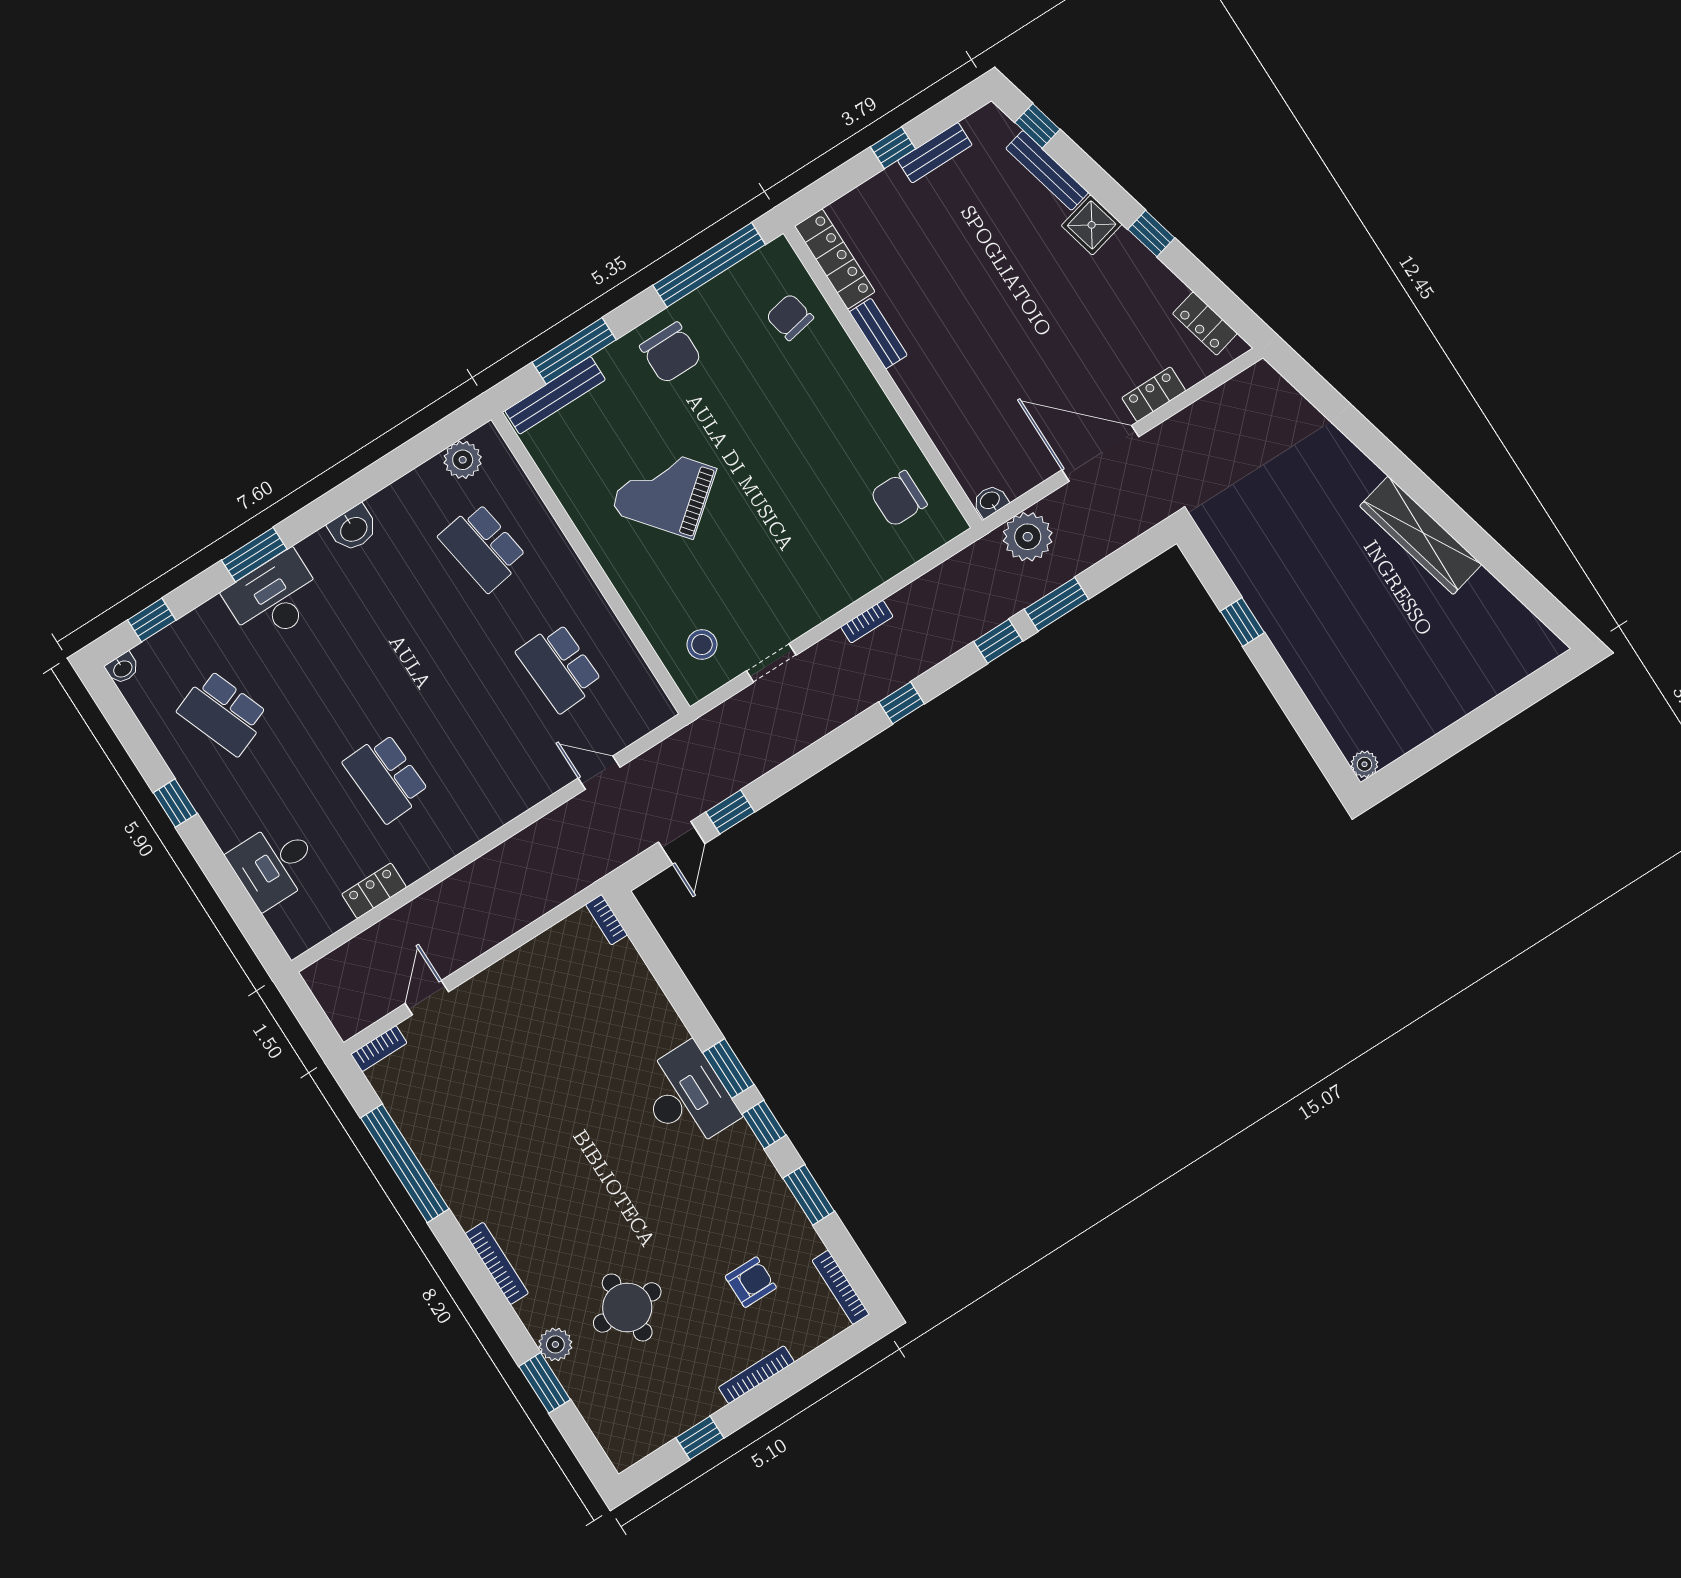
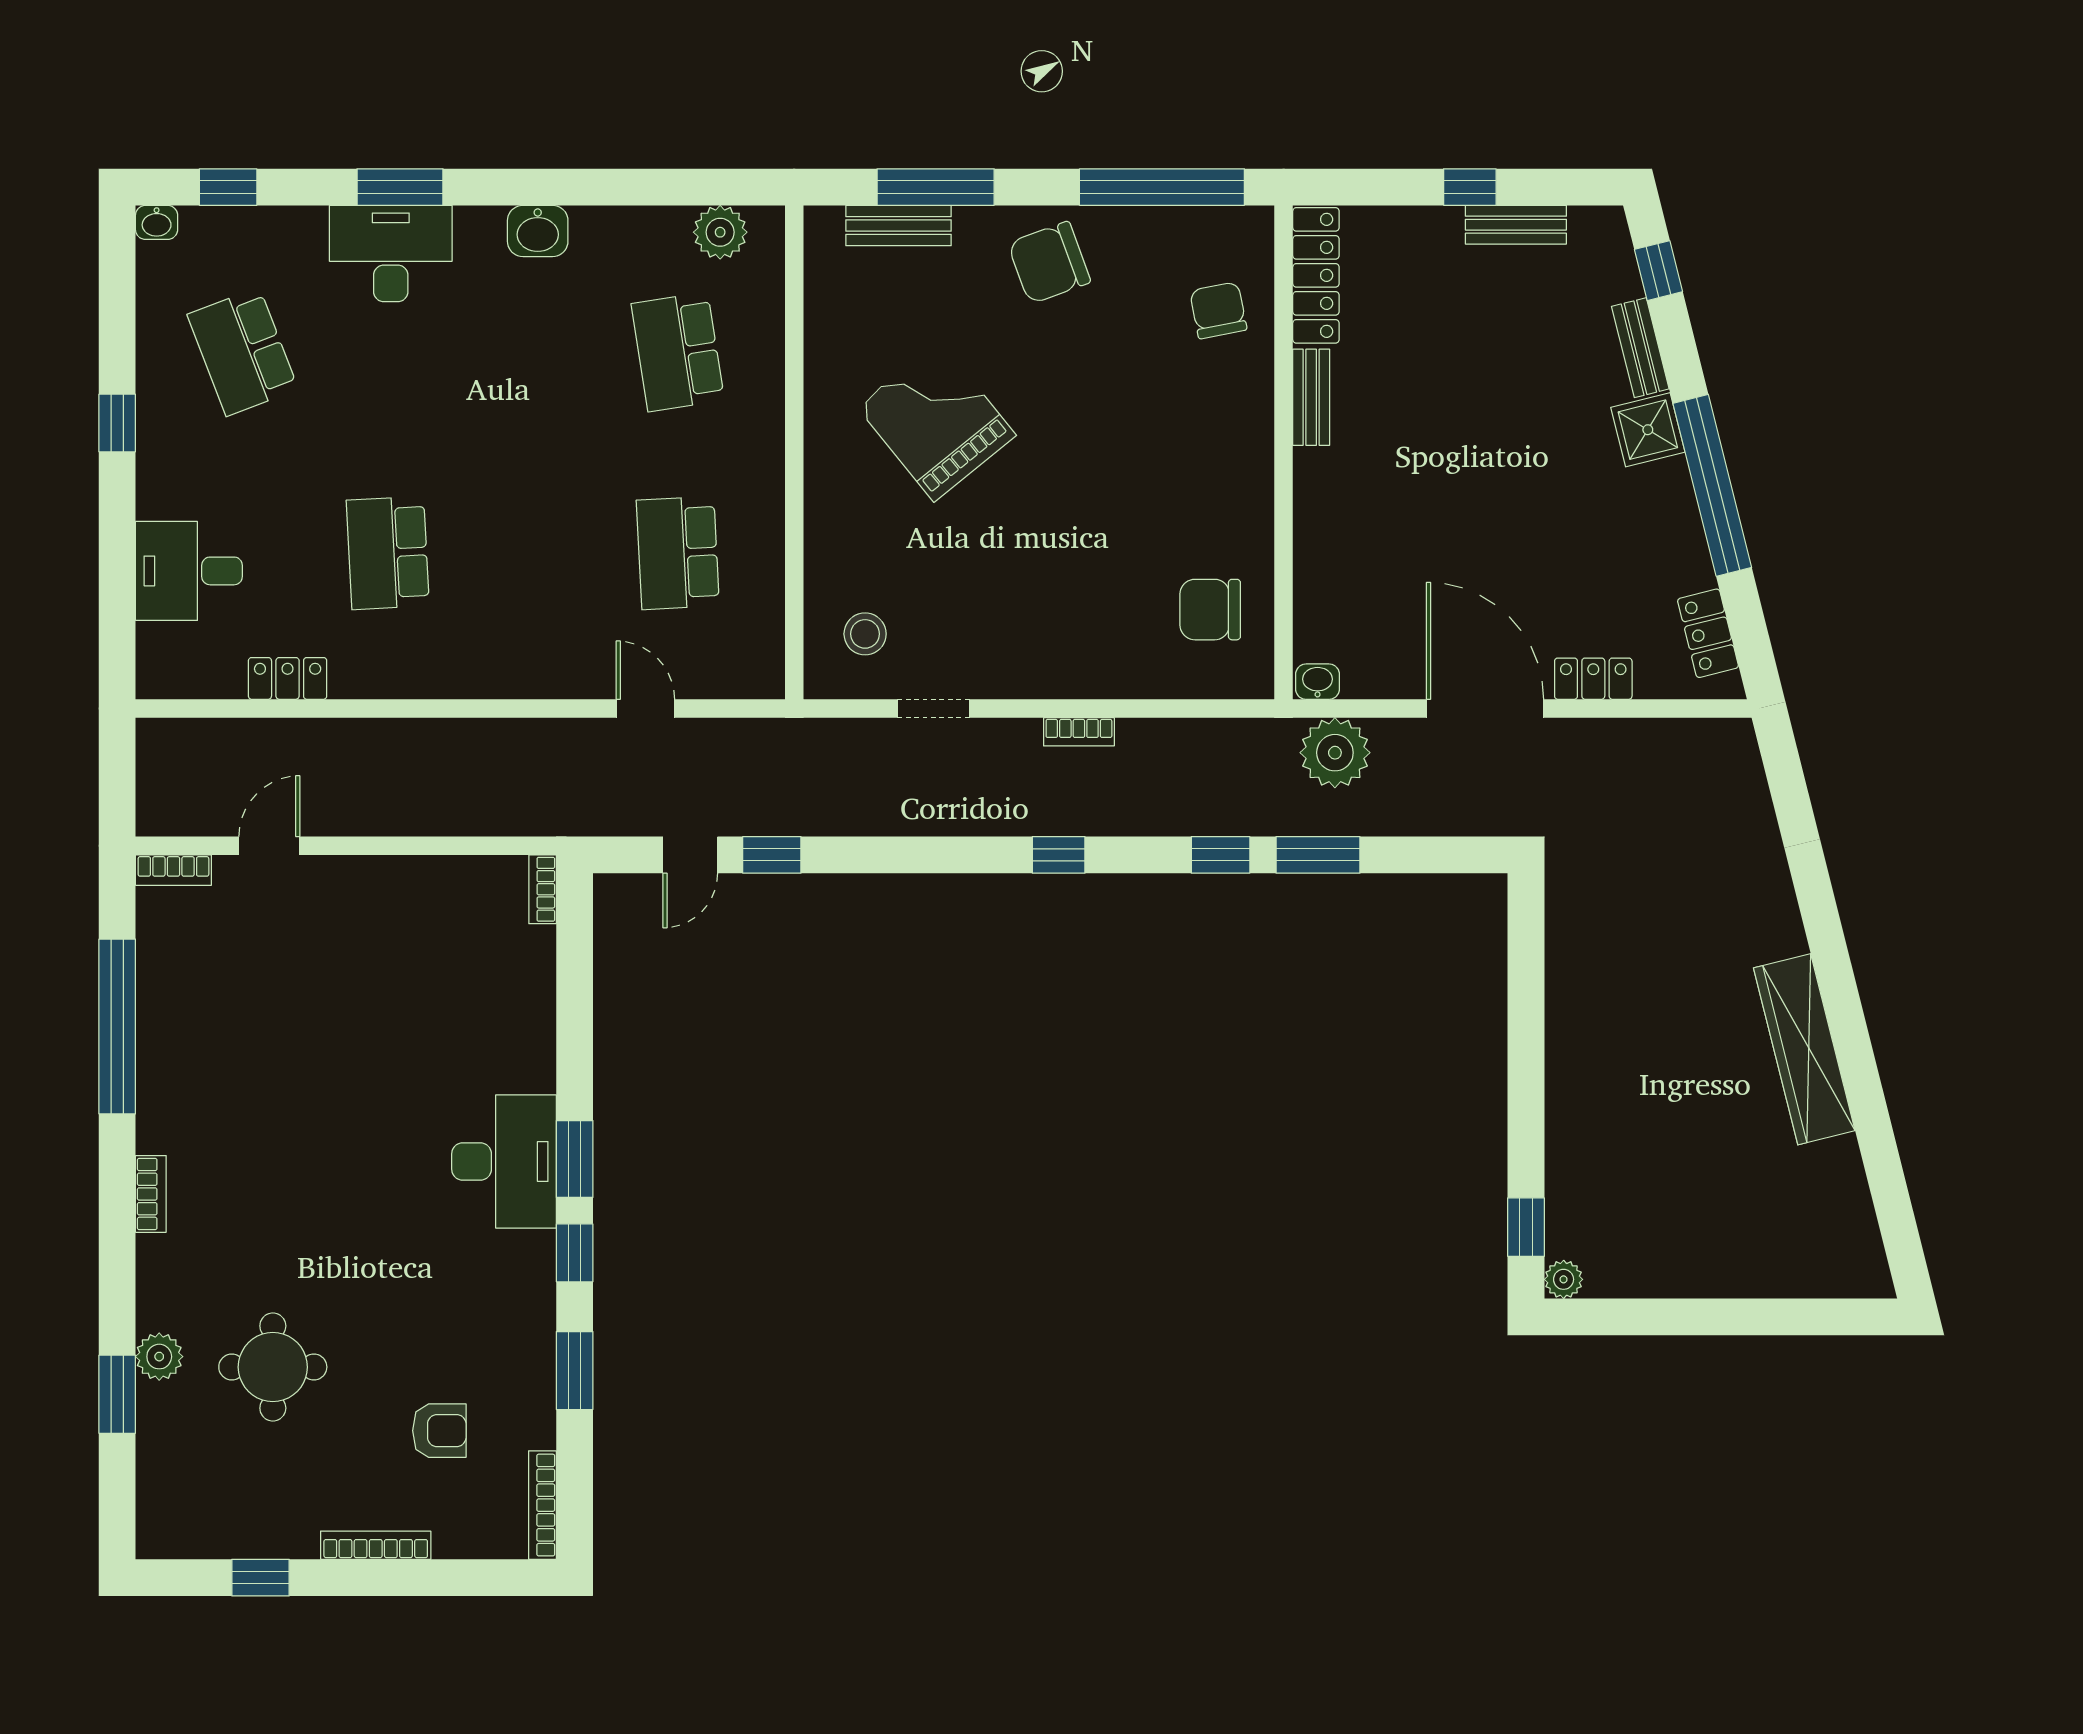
bench: (1047, 170) -> (1640, 348), width x0.73
window: (1151, 234) -> (1712, 485), width x3.17
chair: (671, 353) -> (1049, 263), turned 70
bench: (555, 395) -> (898, 225), width x0.73
window: (1242, 622) -> (1526, 1227), moved
bookcase: (497, 1263) -> (151, 1194), width x0.64

